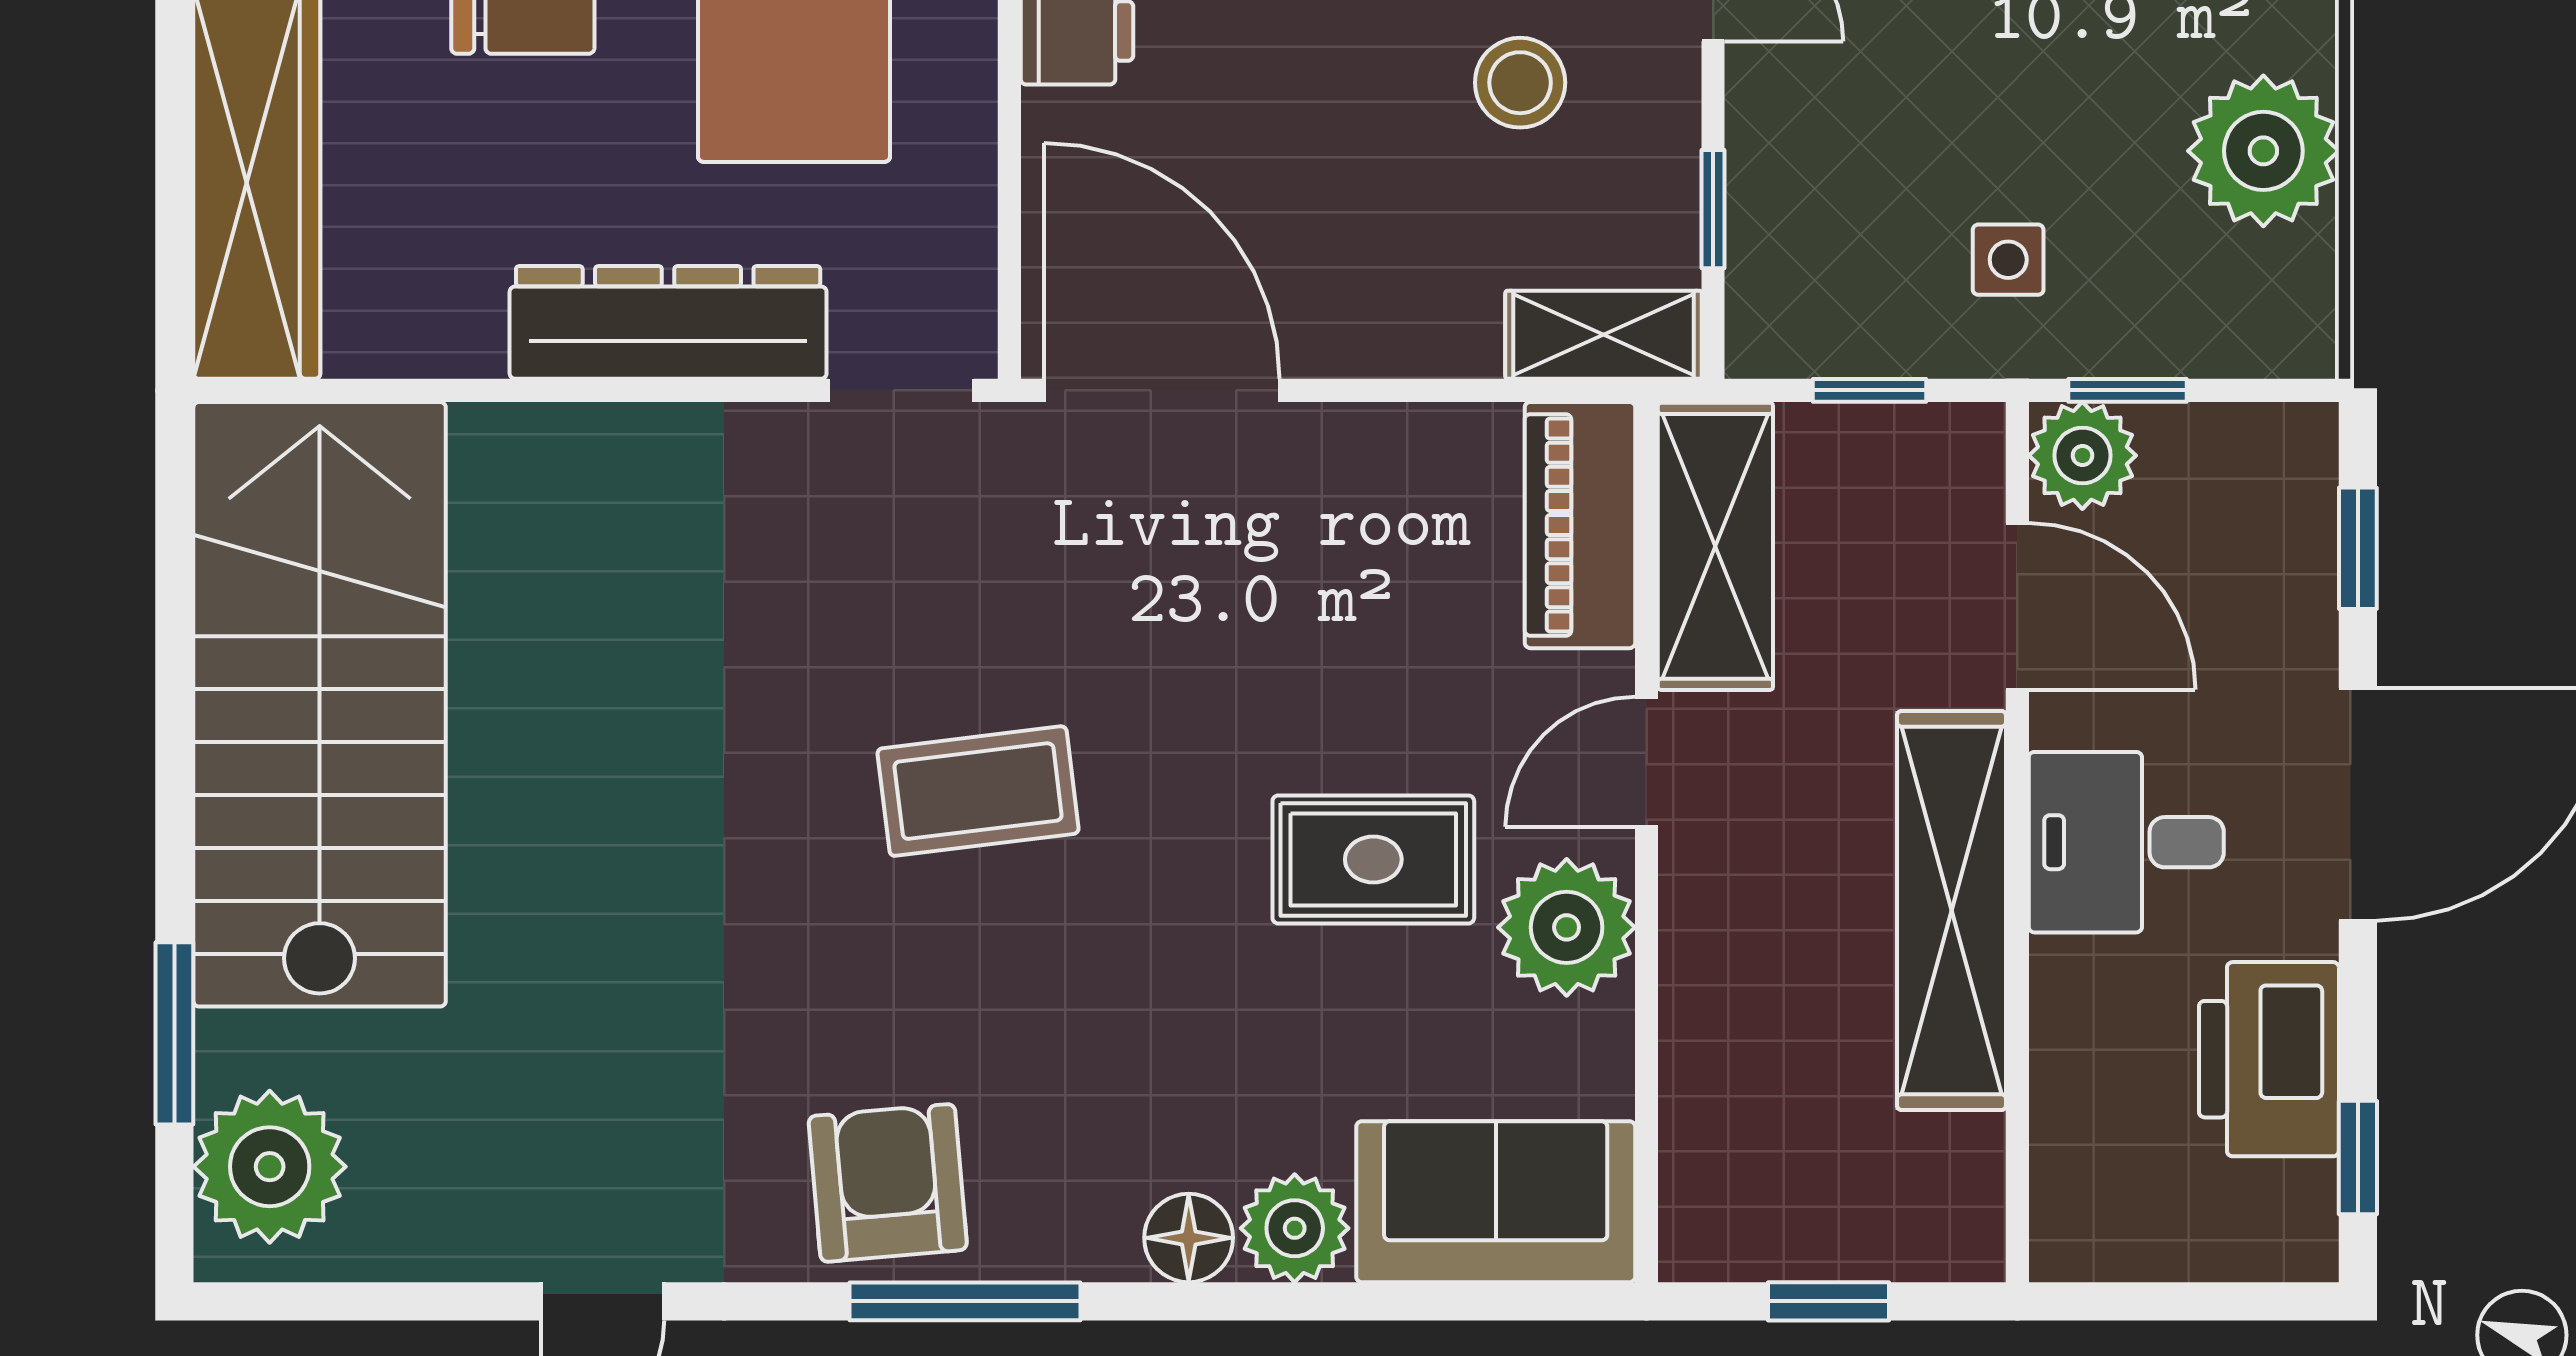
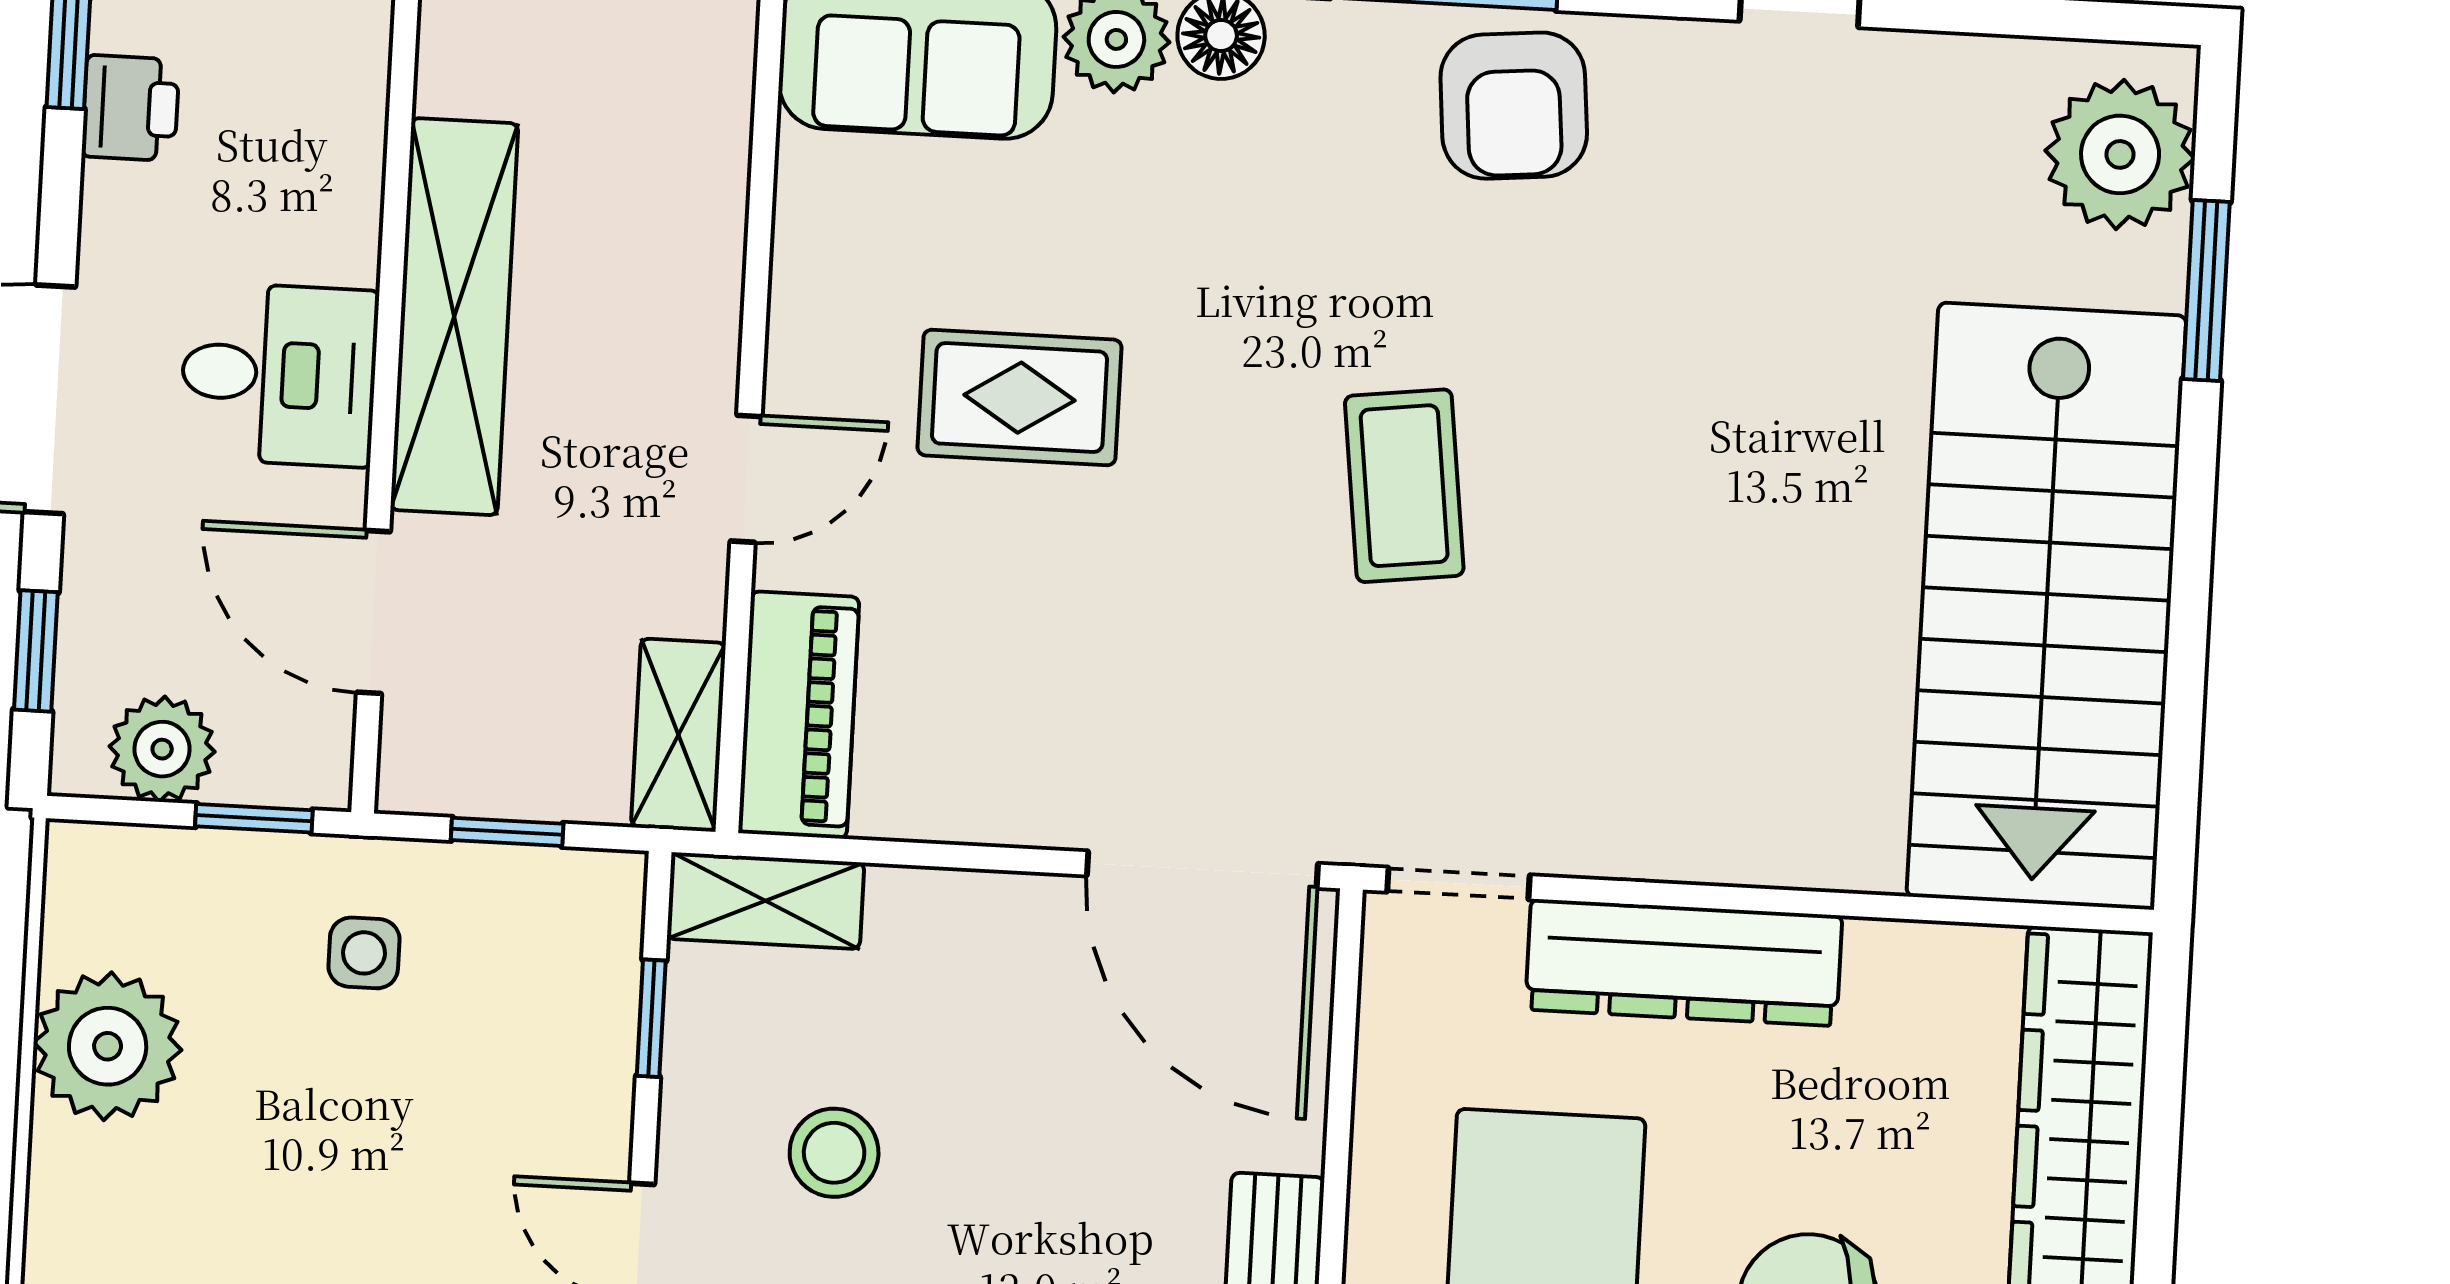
plant: (2082, 455) -> (162, 749), moved
shelving: (1715, 546) -> (678, 735), width x0.67, depth x0.75
coffee table: (978, 791) -> (1404, 486), turned 90
plant: (1567, 927) -> (833, 321), removed
printer: (2269, 1059) -> (131, 108), width x0.53, depth x0.68

